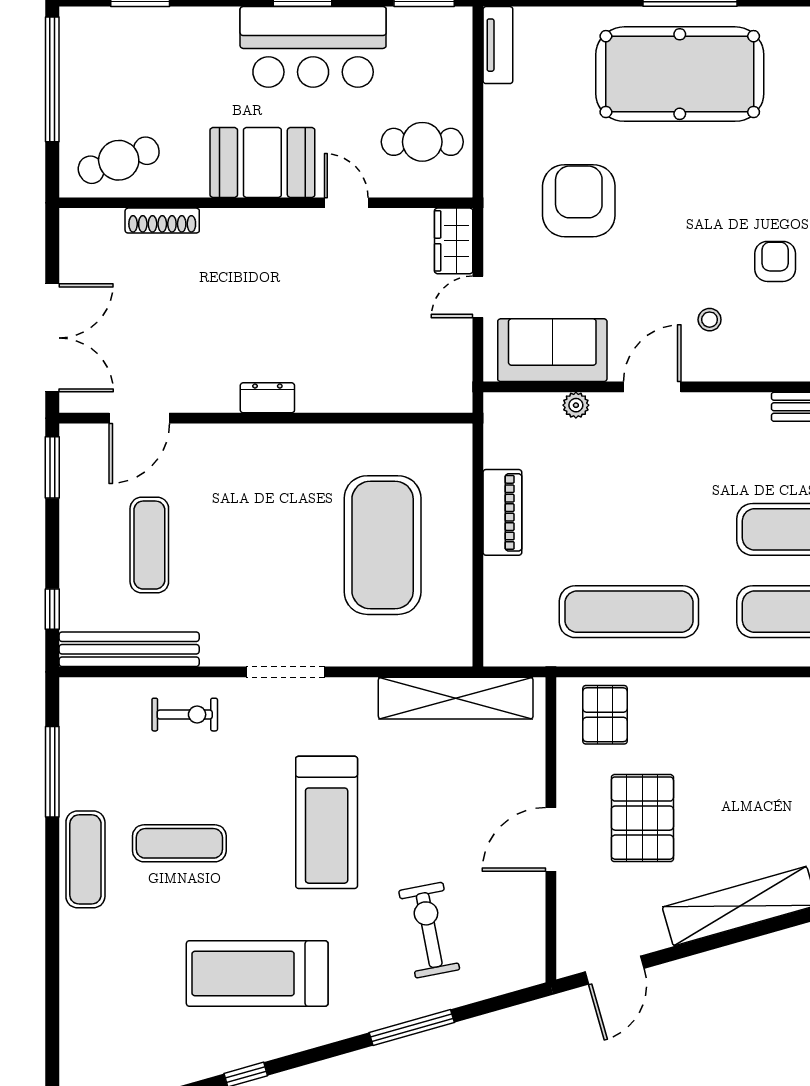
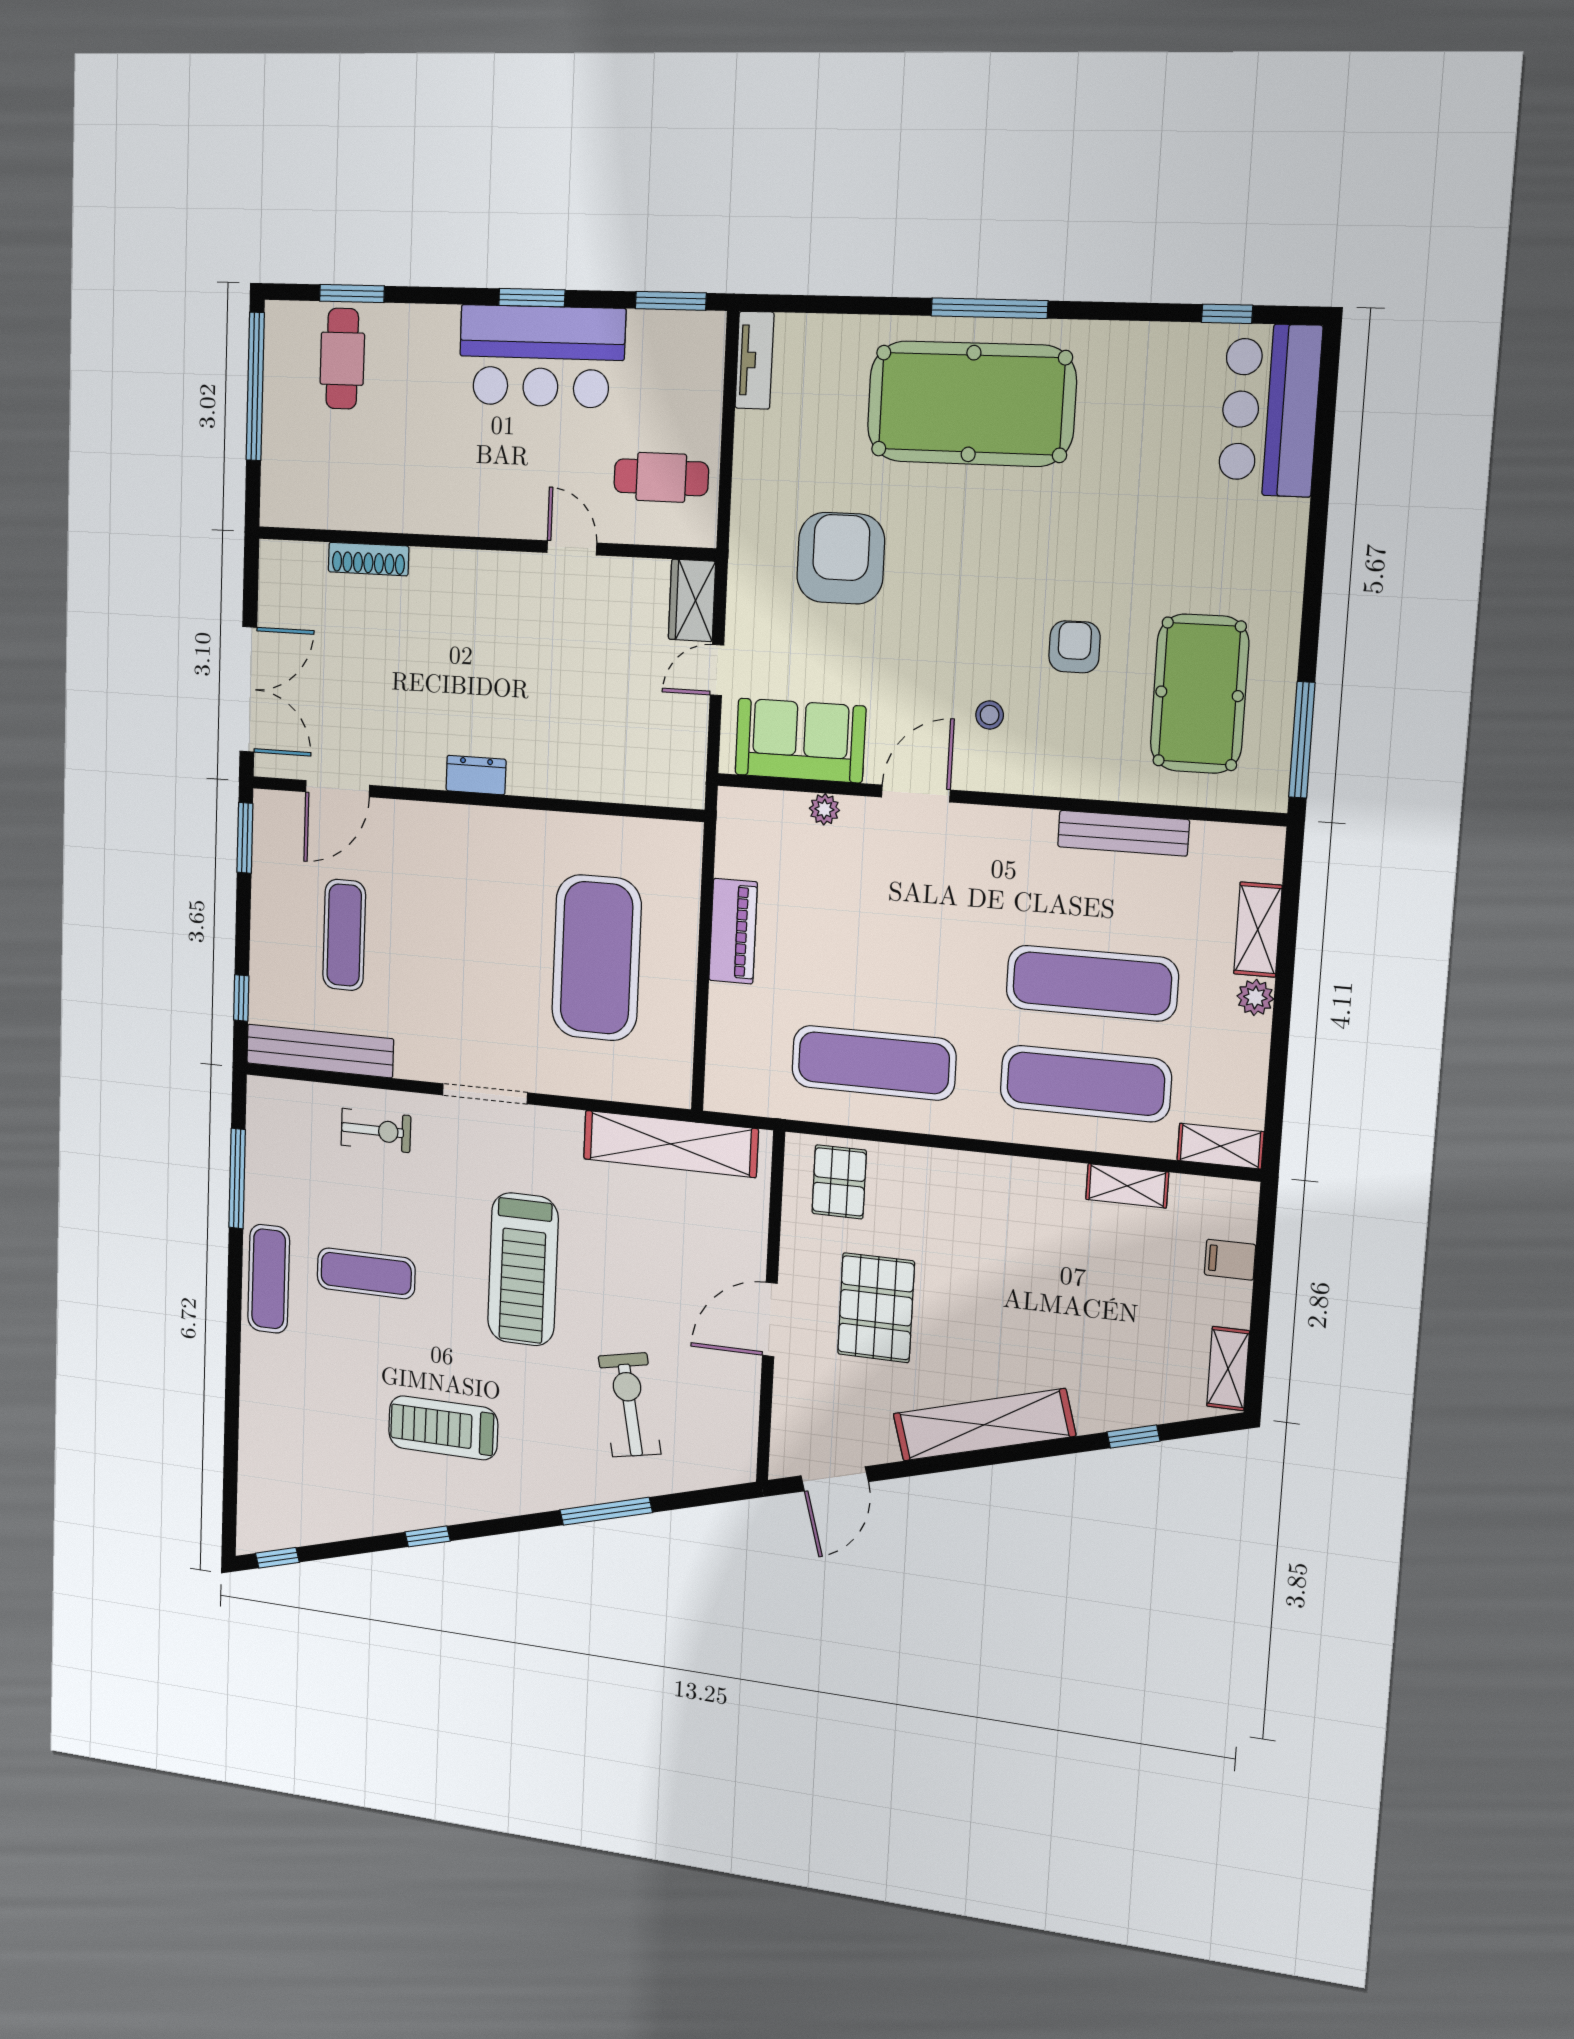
cafe table: (119, 160) -> (342, 359), moved, turned -71
booth: (262, 162) -> (480, 495), removed
treadmill: (257, 973) -> (443, 1428), width x0.73, depth x0.73

